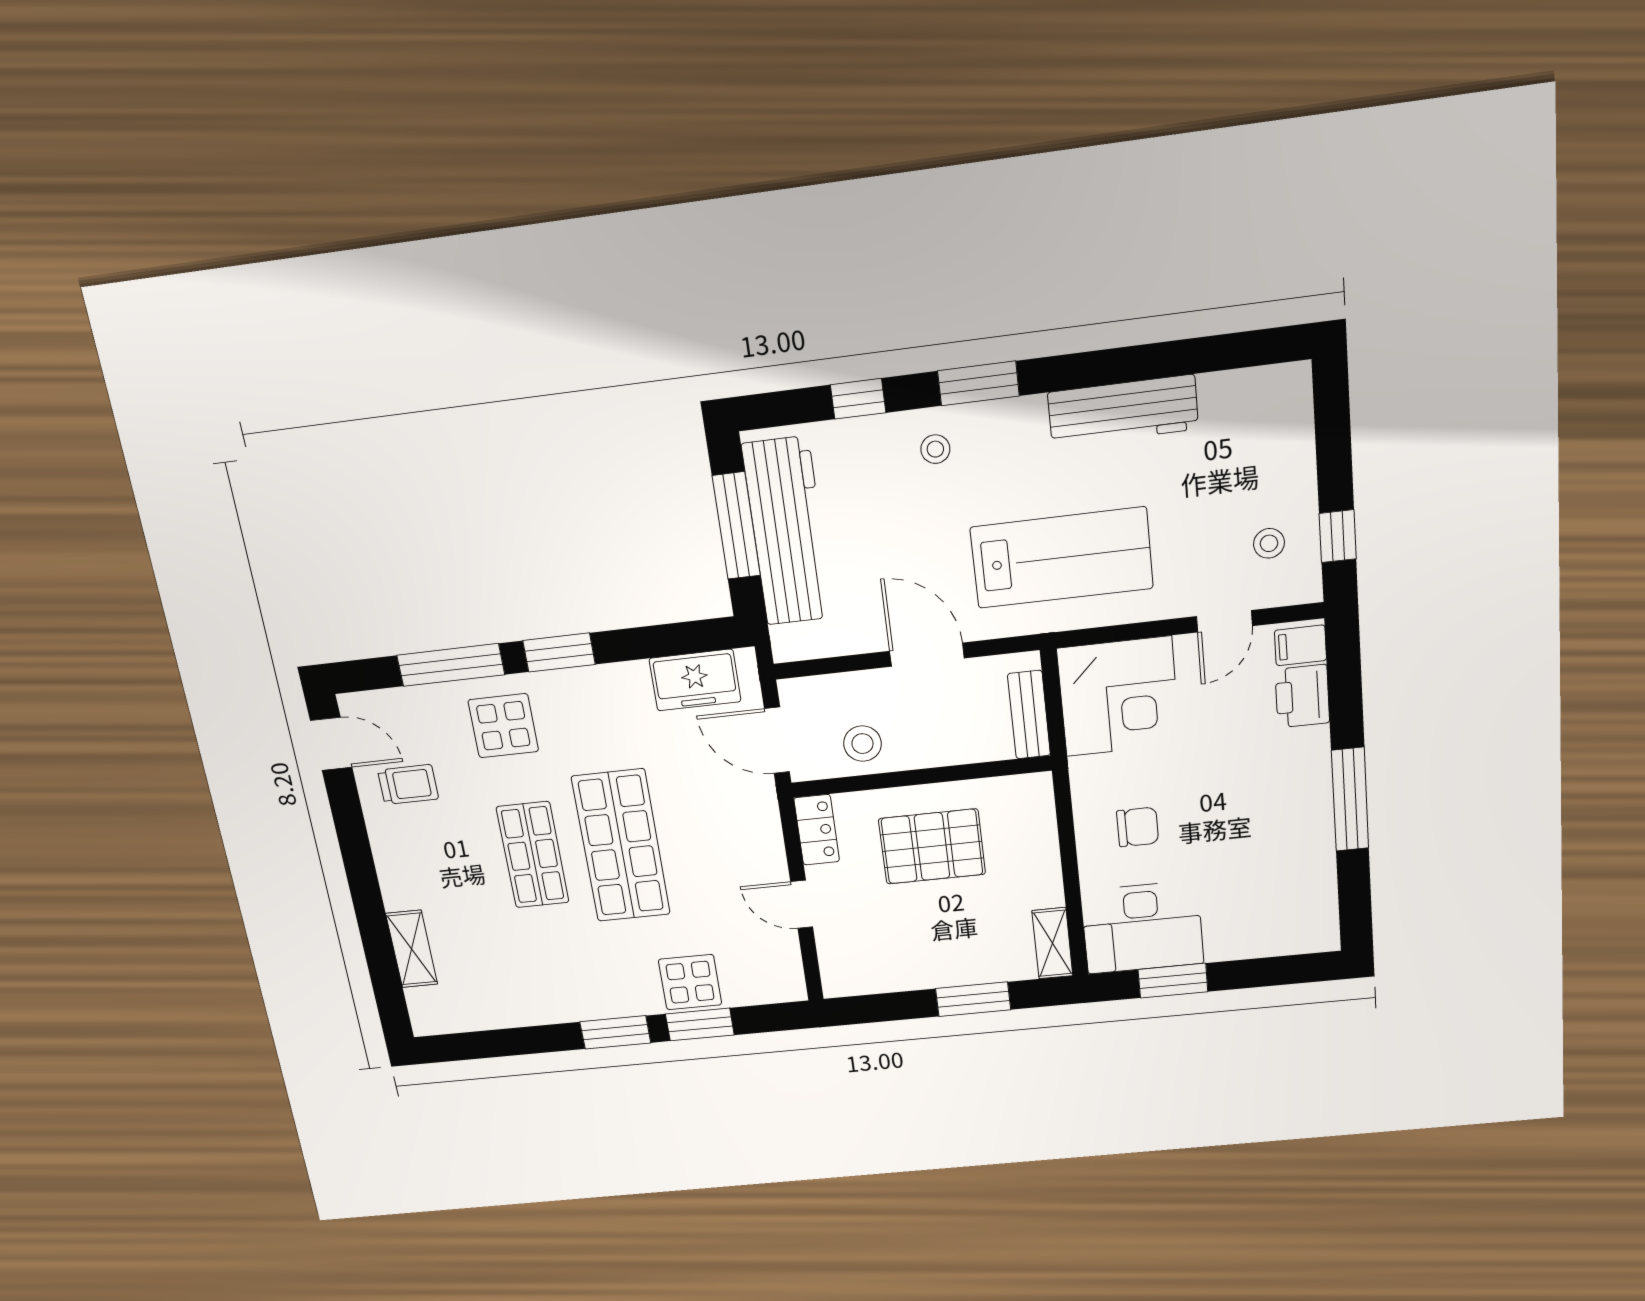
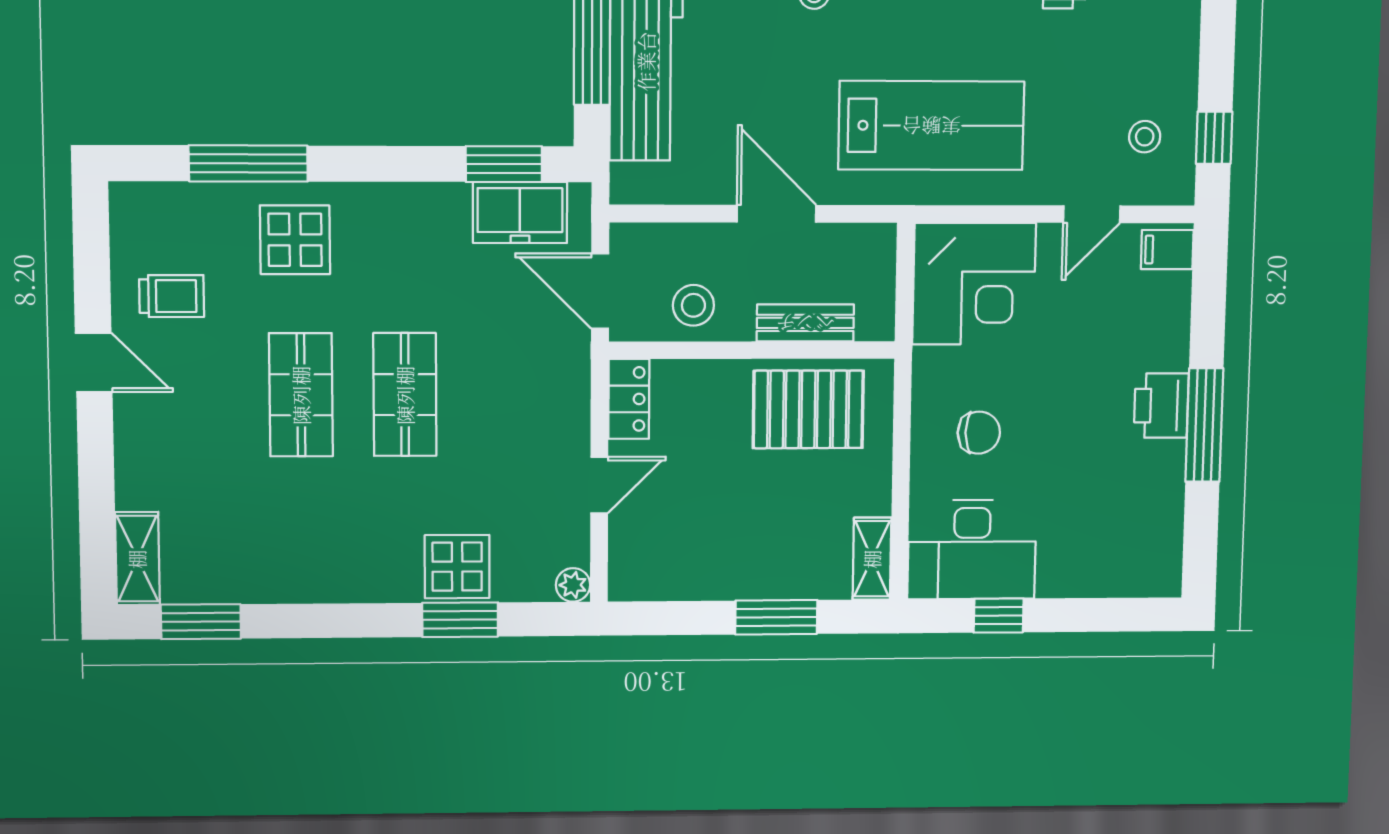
window: (559, 652) -> (504, 164), moved
printer: (1302, 696) -> (1161, 406), moved
bench: (1029, 715) -> (805, 323), moved, turned 90
door: (331, 744) -> (94, 363), moved
shop shelf: (621, 846) -> (405, 395), width x0.70, depth x0.74
pallet: (932, 847) -> (808, 409), moved
door: (802, 904) -> (599, 485), swing flipped
shelving: (412, 949) -> (137, 559), moved
window: (1173, 981) -> (999, 616), width x0.67
plant: (792, 988) -> (573, 585), added
window: (615, 1032) -> (201, 622), moved

